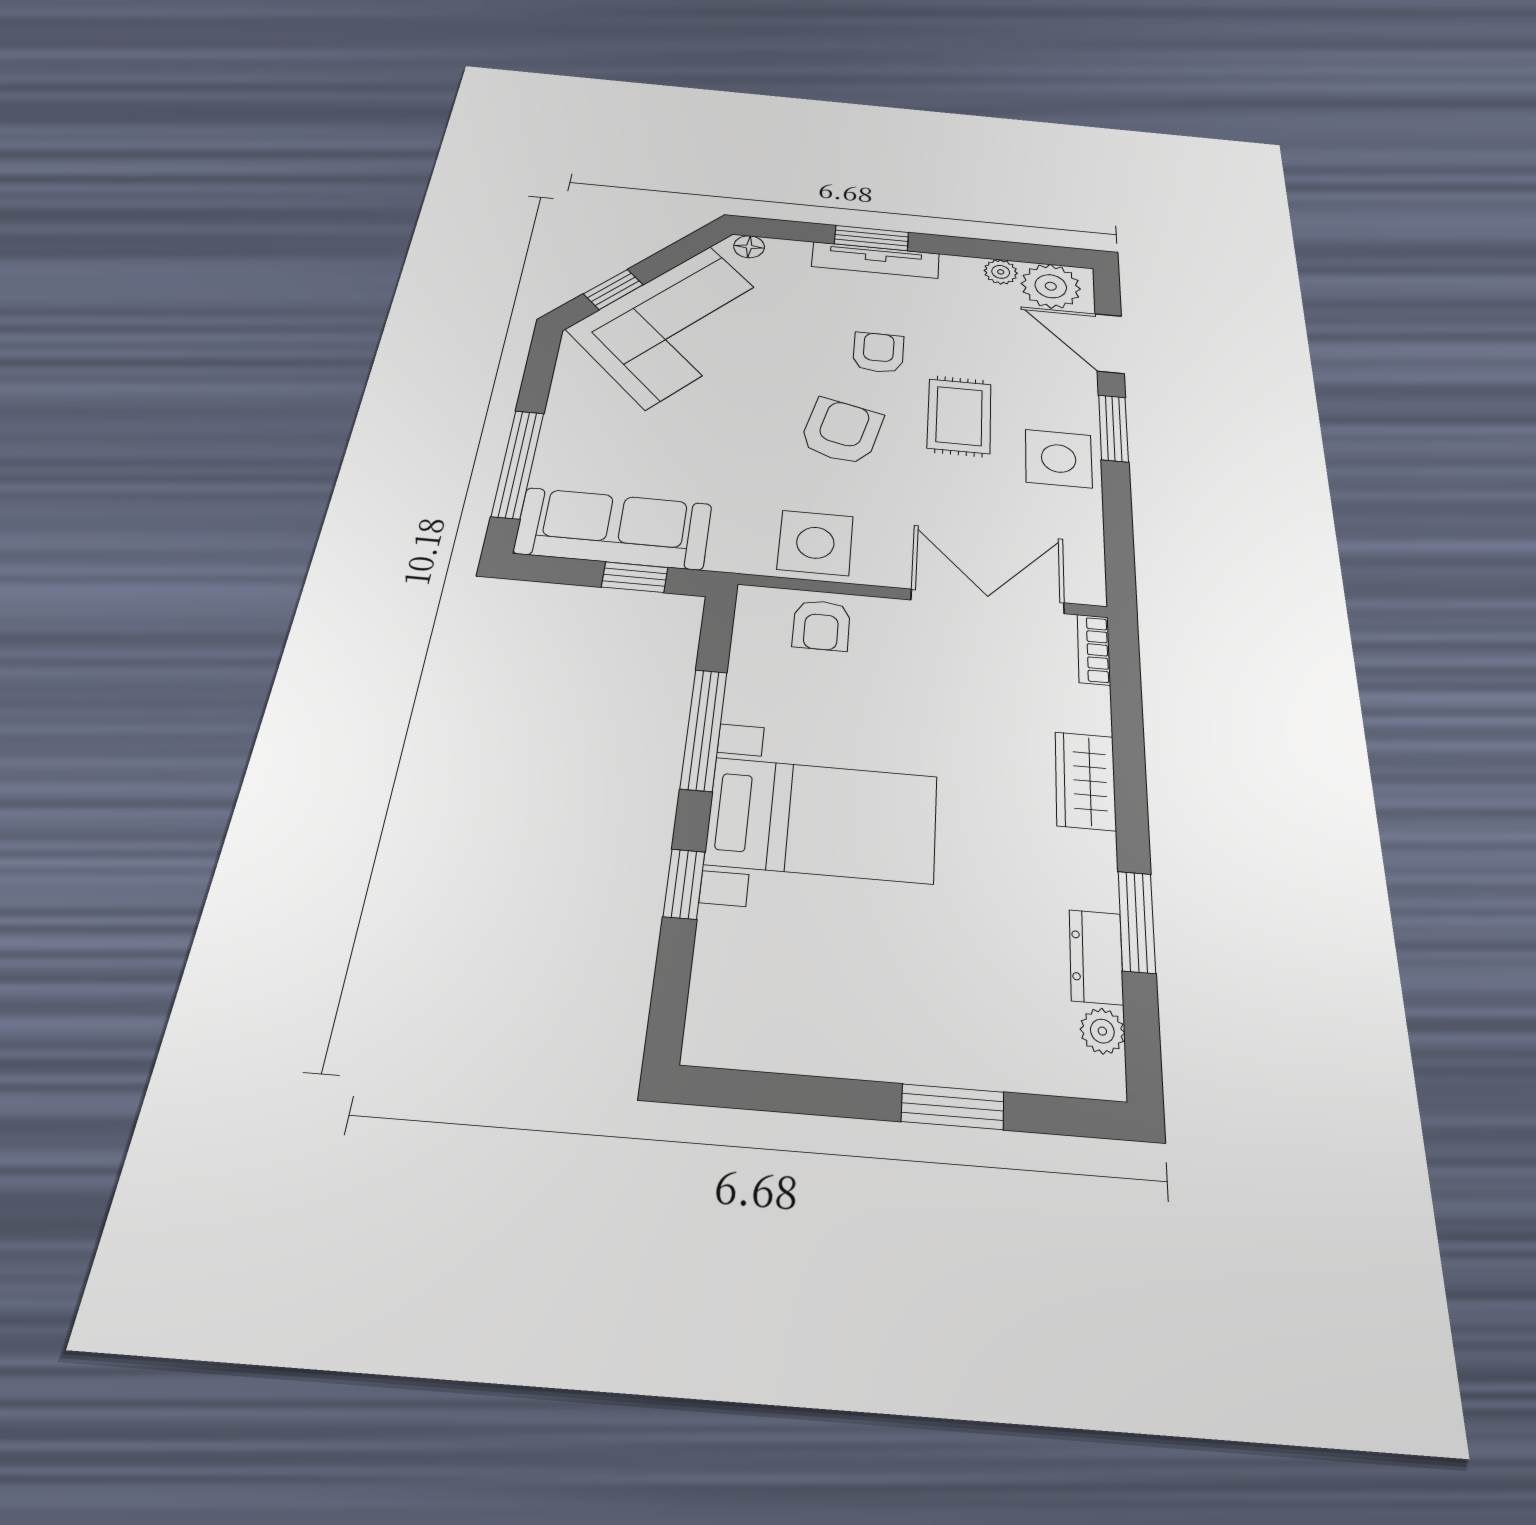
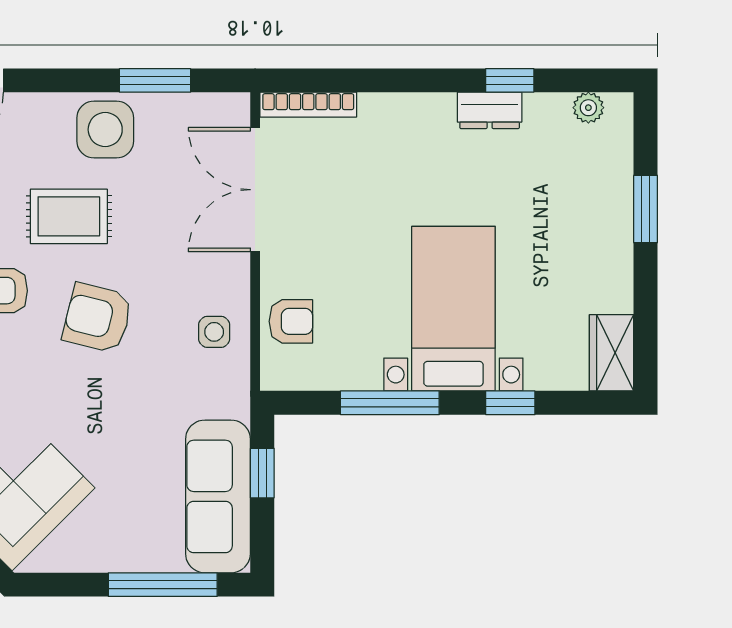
window: (1113, 428) -> (155, 80), moved
side table: (815, 543) -> (214, 332), width x0.54, depth x0.54
bookcase: (1094, 650) -> (308, 105), width x1.56
wardrobe: (1085, 781) -> (612, 353), moved, turned 90
window: (1137, 922) -> (510, 80), width x0.67
dresser: (1096, 957) -> (490, 110), moved

